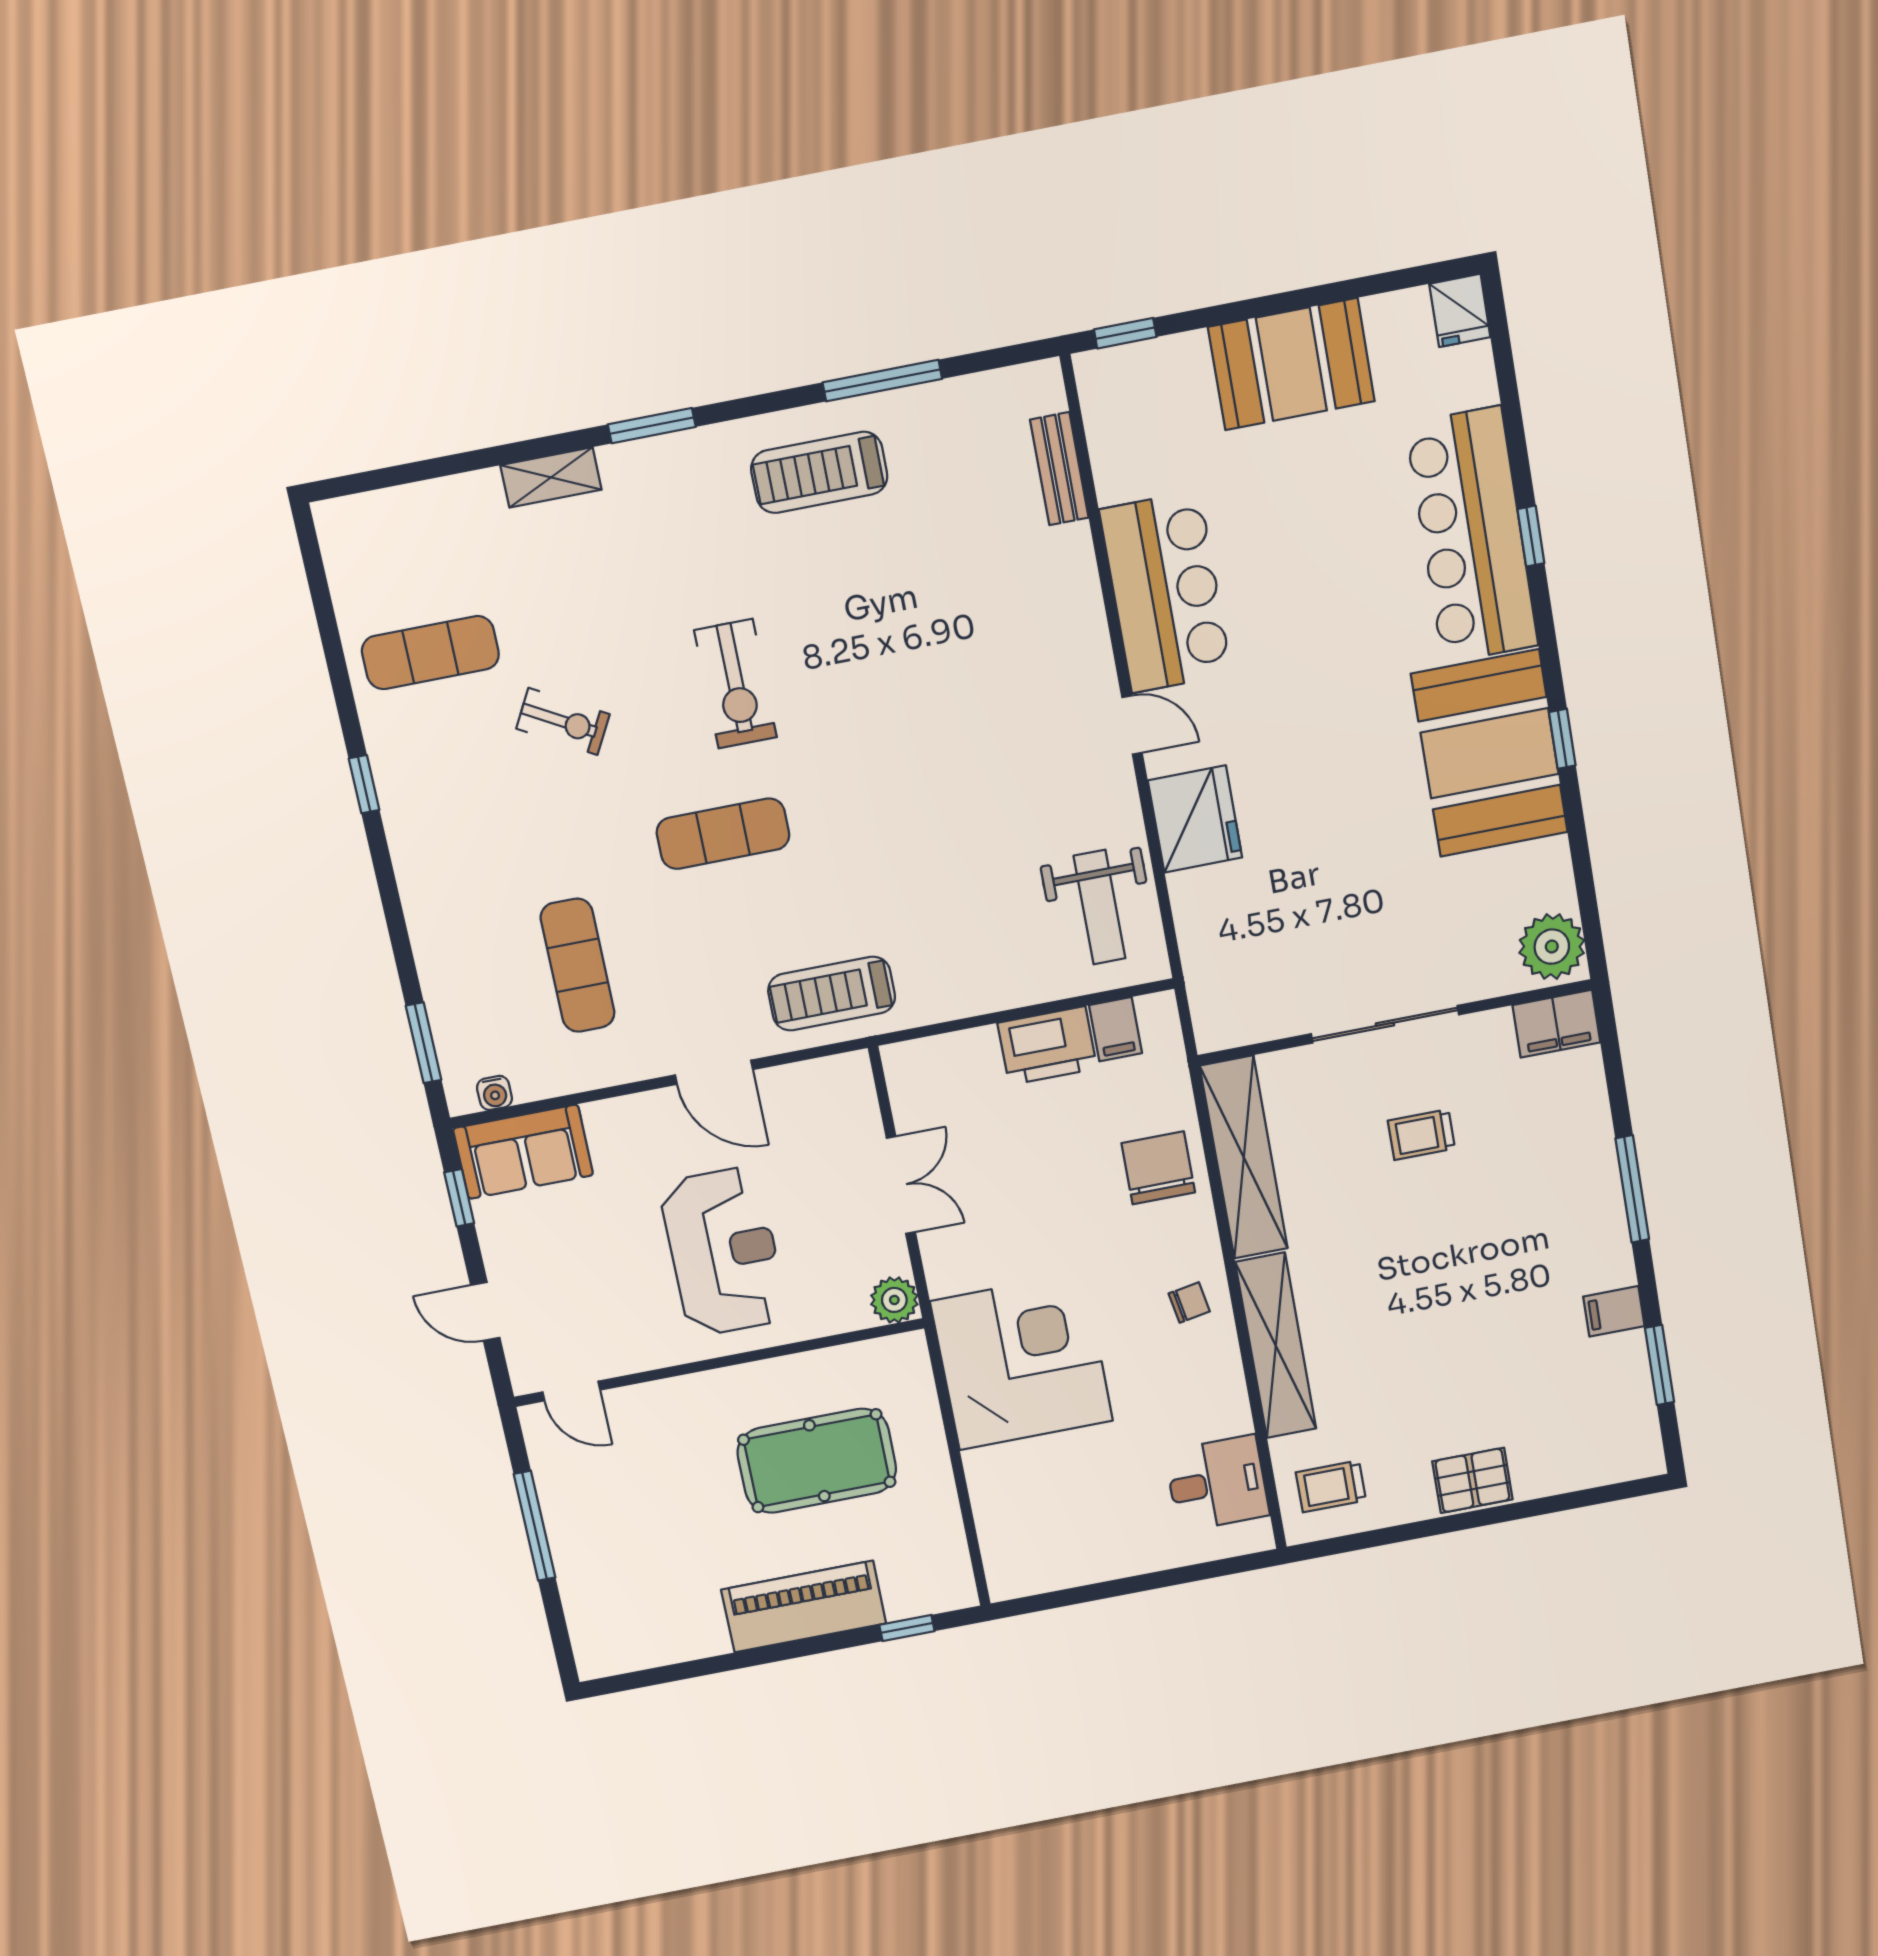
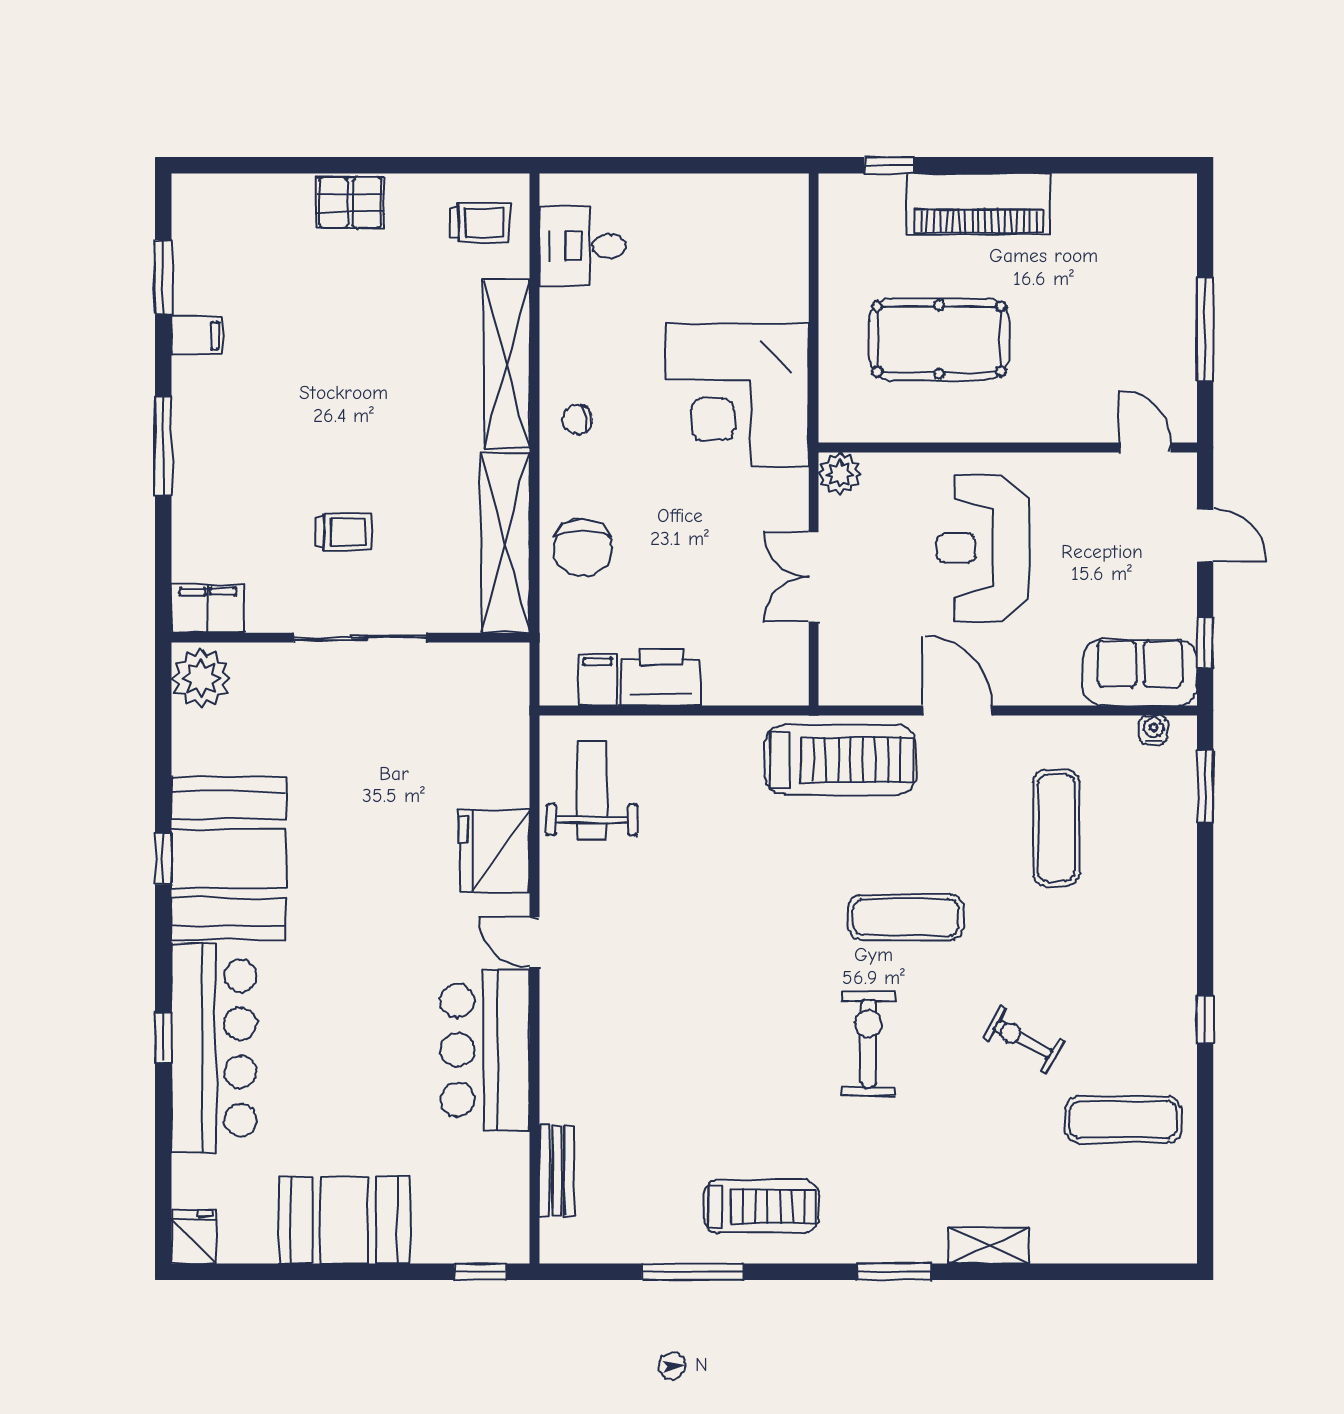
treadmill: (832, 994) -> (840, 760), width x1.37, depth x1.38

